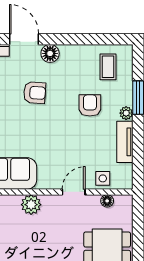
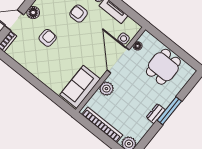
door: (74, 192) -> (118, 60), width x1.88

